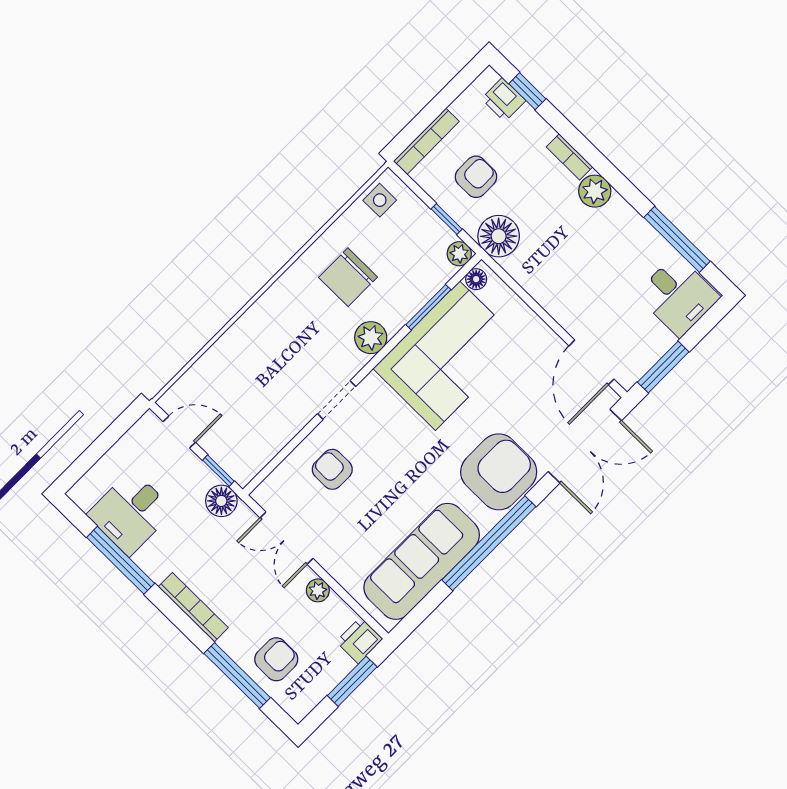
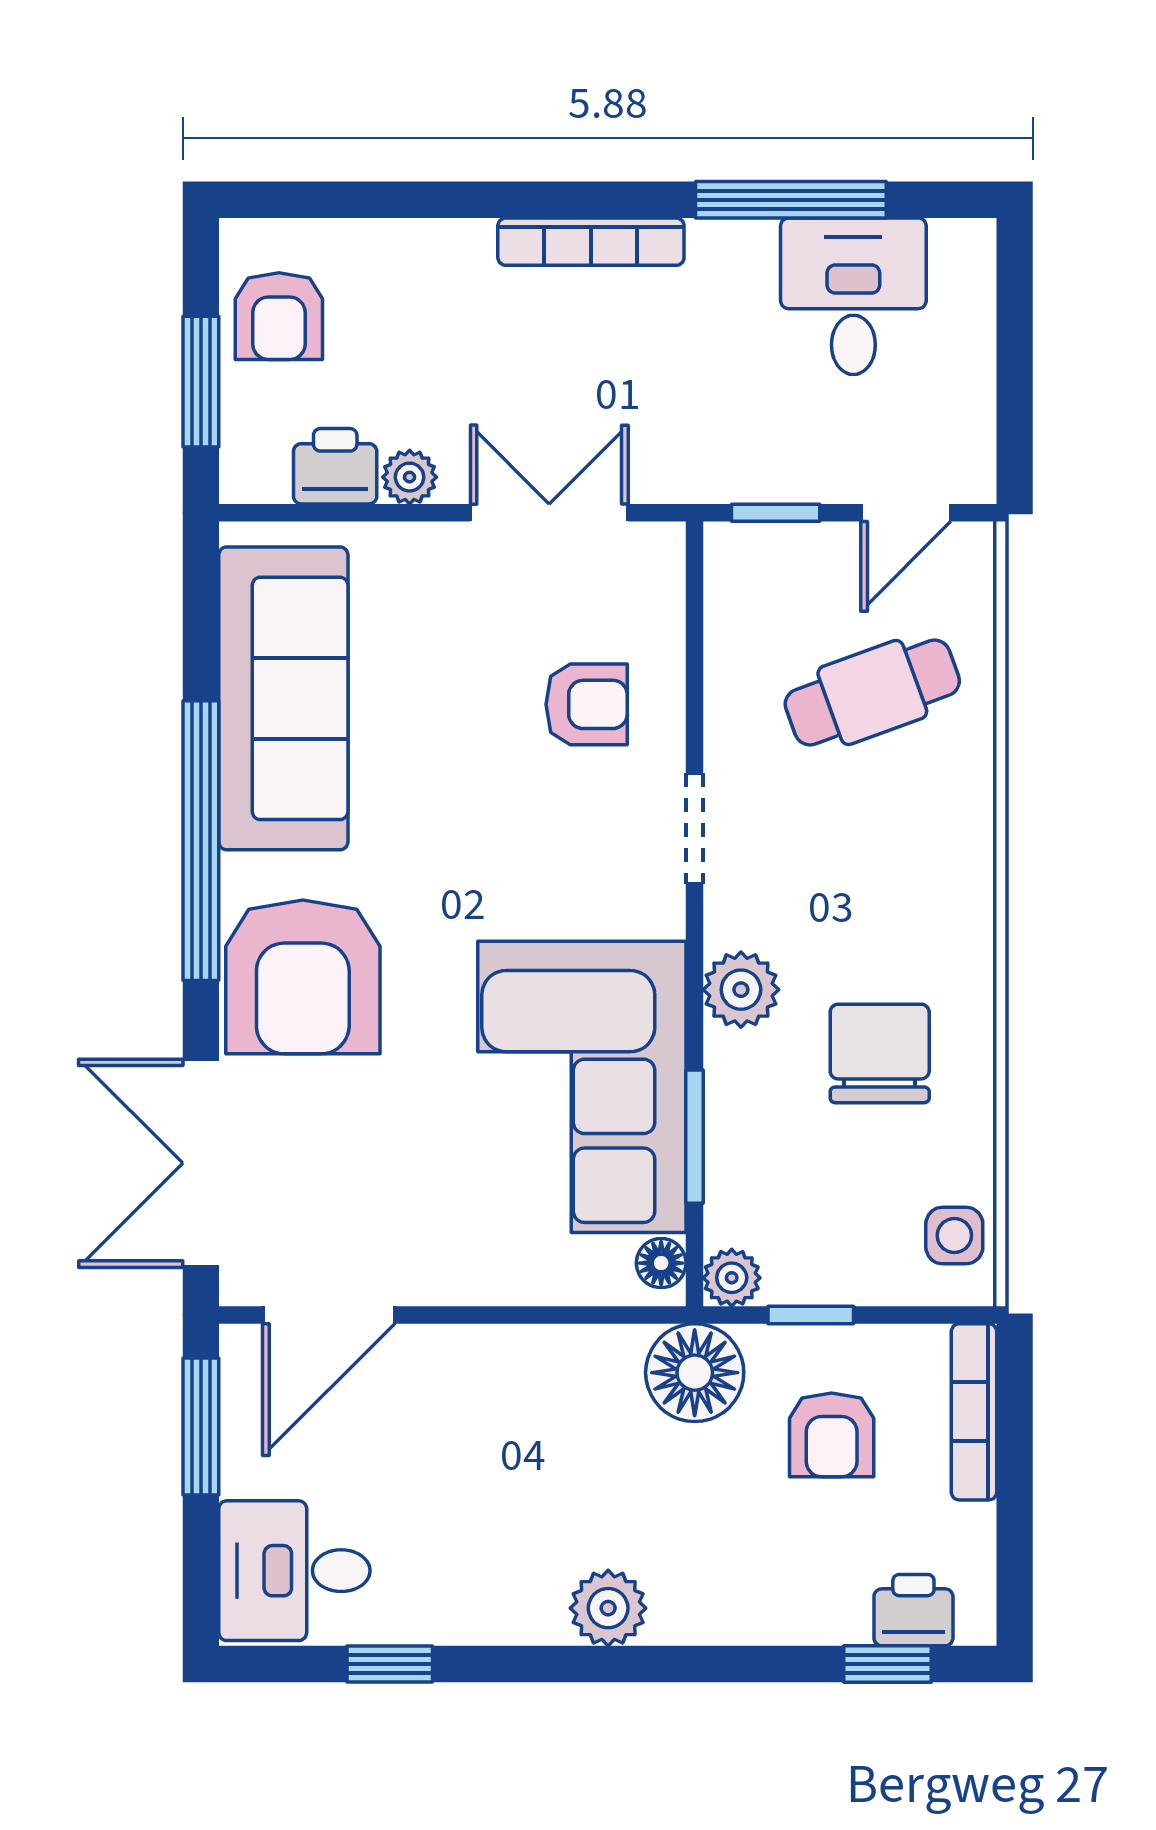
bookcase: (569, 157) -> (708, 1624), removed
window: (677, 239) -> (390, 1664), width x0.46
door: (592, 362) -> (329, 1315), swing flipped
cafe table: (243, 388) -> (872, 692), added
floor lamp: (221, 501) -> (720, 467), removed
printer: (359, 640) -> (335, 466), moved, turned -90
armchair: (276, 659) -> (279, 316), moved
window: (237, 676) -> (404, 200), removed

